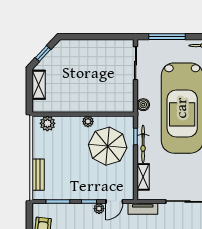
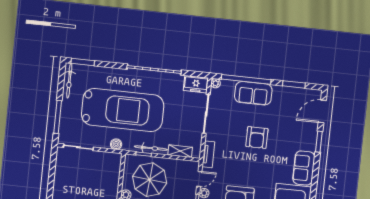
door: (114, 201) -> (199, 179), hinge flipped

